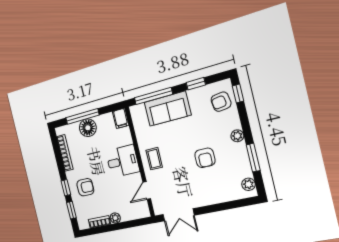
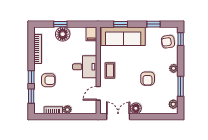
window: (153, 96) -> (121, 24), width x0.46
sofa: (168, 109) -> (123, 36), width x1.36
window: (82, 117) -> (60, 24), width x0.46
floor lamp: (199, 200) -> (136, 108), added
double door: (178, 215) -> (118, 117), swing flipped

